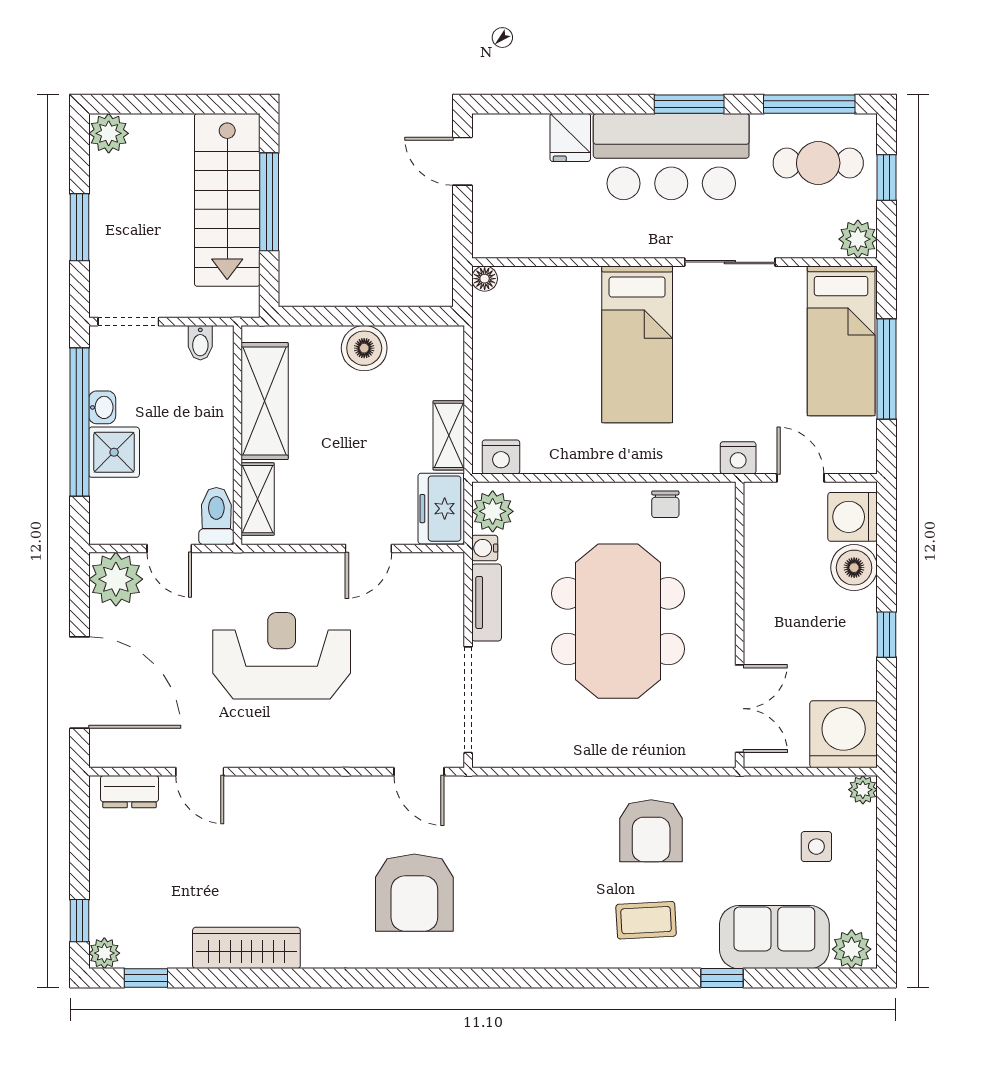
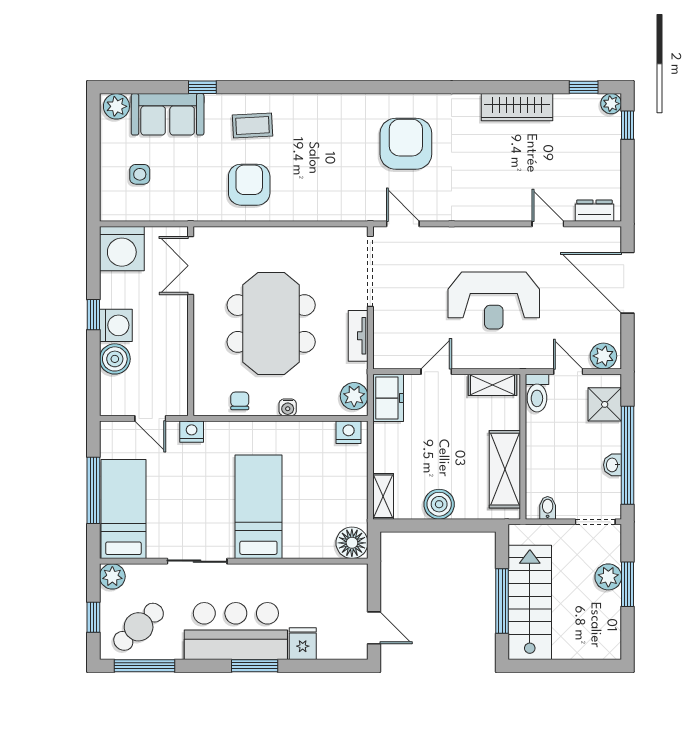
window: (689, 104) -> (255, 666), moved
plant: (109, 133) -> (608, 577), moved
cafe table: (818, 163) -> (139, 627), turned -43
floor lamp: (485, 279) -> (352, 543), width x1.89, depth x1.89
shelving: (449, 435) -> (383, 496), moved
shower: (114, 452) -> (605, 404), moved
shelving: (258, 499) -> (493, 385), moved, turned 90
washing machine: (853, 517) -> (116, 325), moved
water cooler: (485, 548) -> (288, 407), moved, turned 90
plant: (116, 579) -> (603, 356), width x0.73, depth x0.73
plant: (863, 790) -> (109, 212), removed

